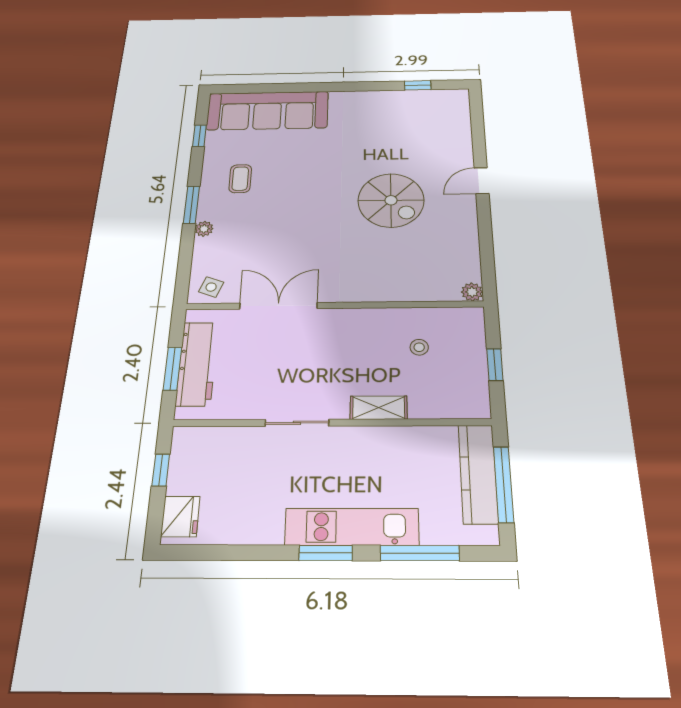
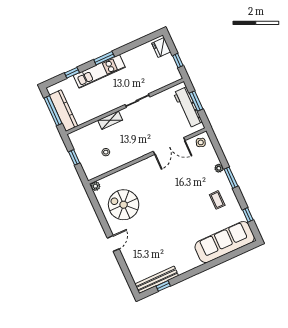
bench: (425, 98) -> (157, 280), added
spiral stairs: (391, 200) -> (124, 205), moved
window: (420, 553) -> (72, 73), width x0.46

